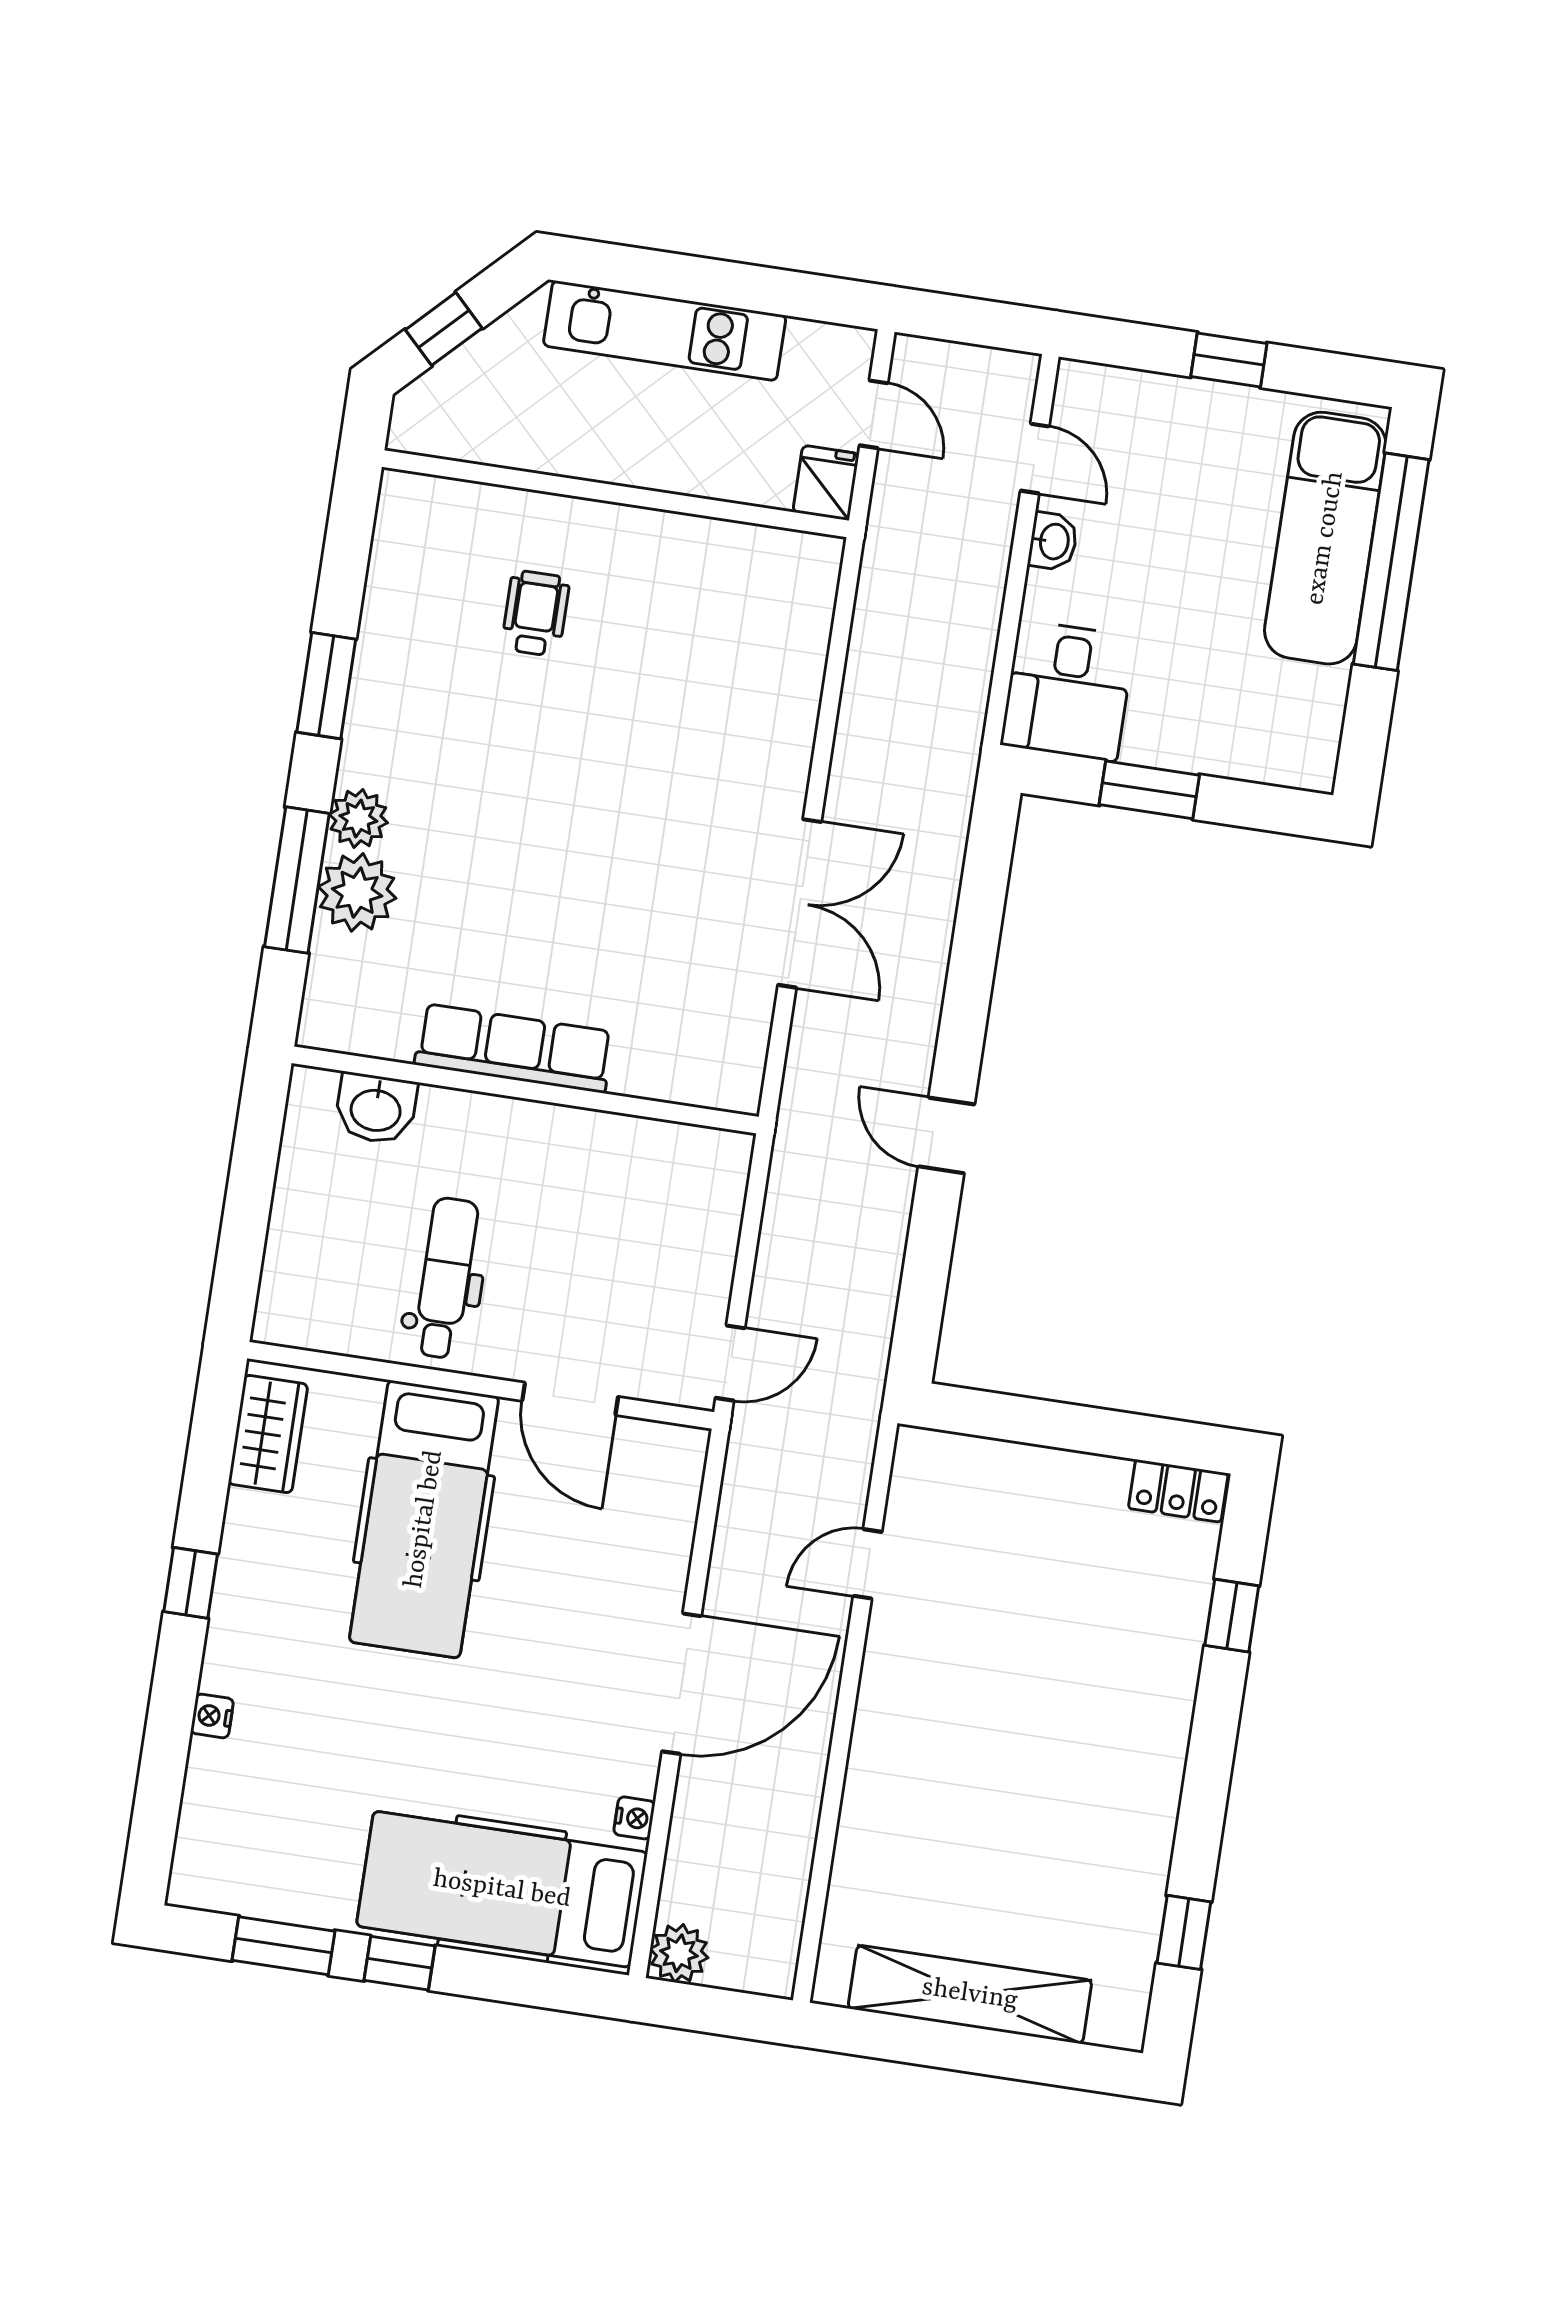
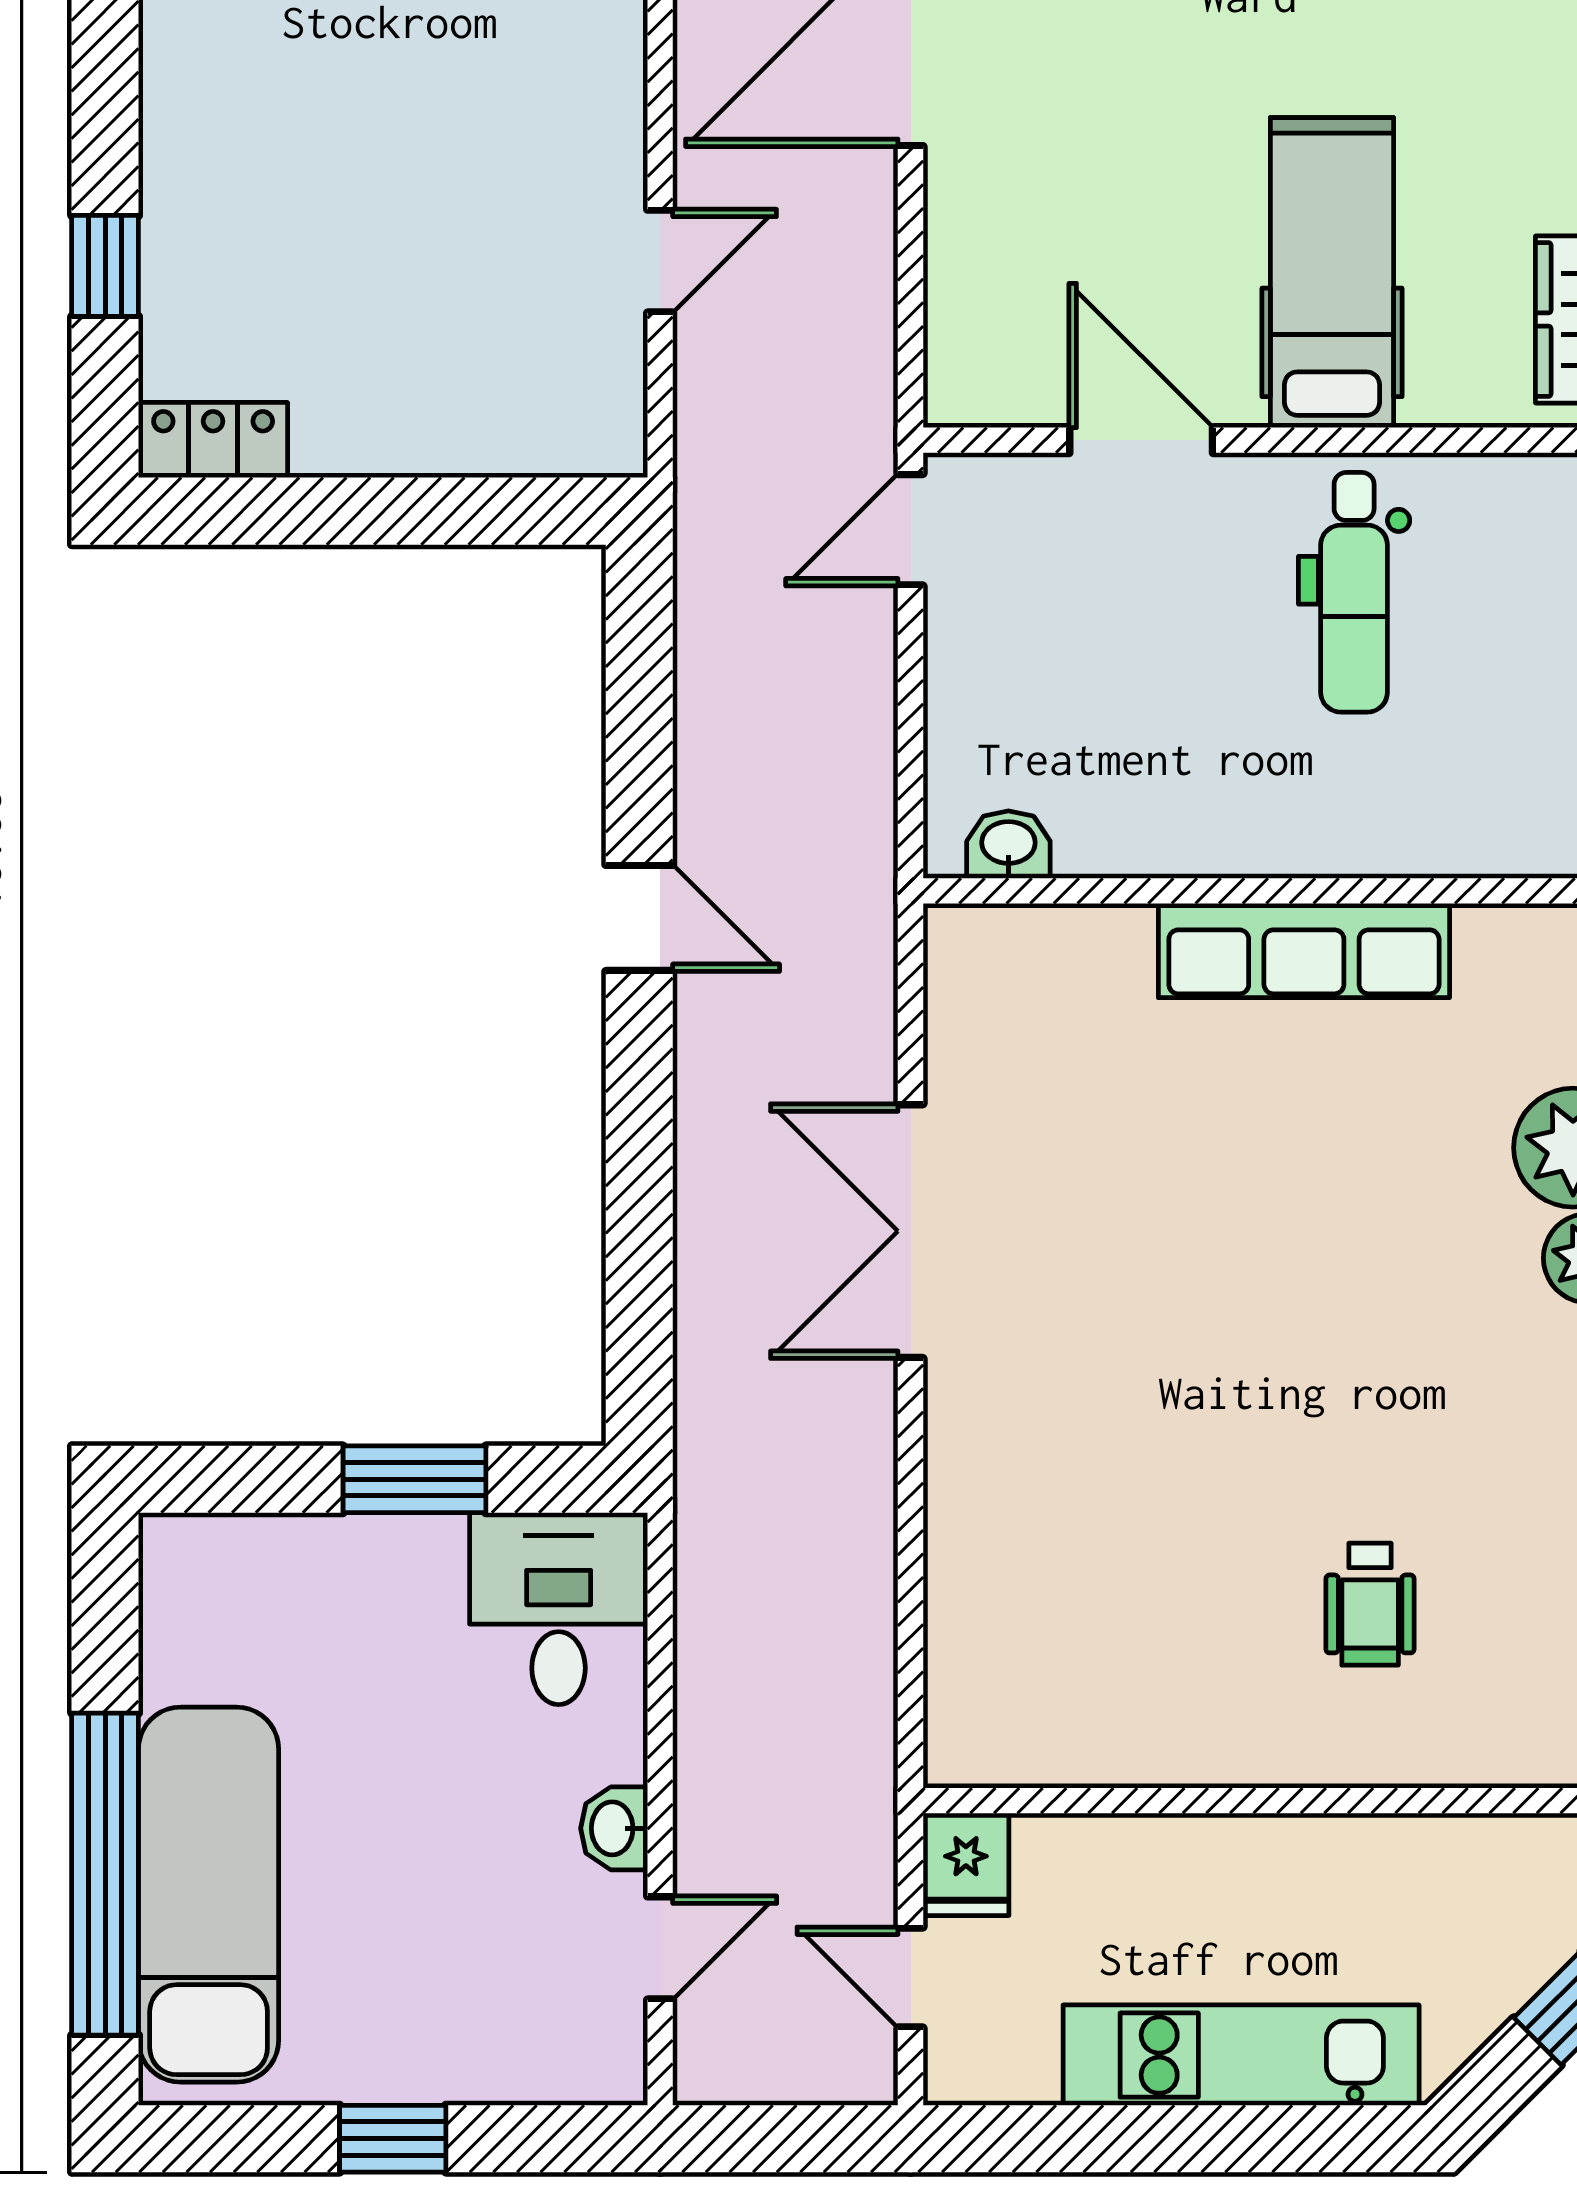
door: (1035, 458) -> (660, 1948), swing flipped
washbasin: (376, 1108) -> (1008, 845), moved, width x0.72, depth x0.69
hospital bed: (424, 1519) -> (1332, 273), width x0.73, depth x0.78

